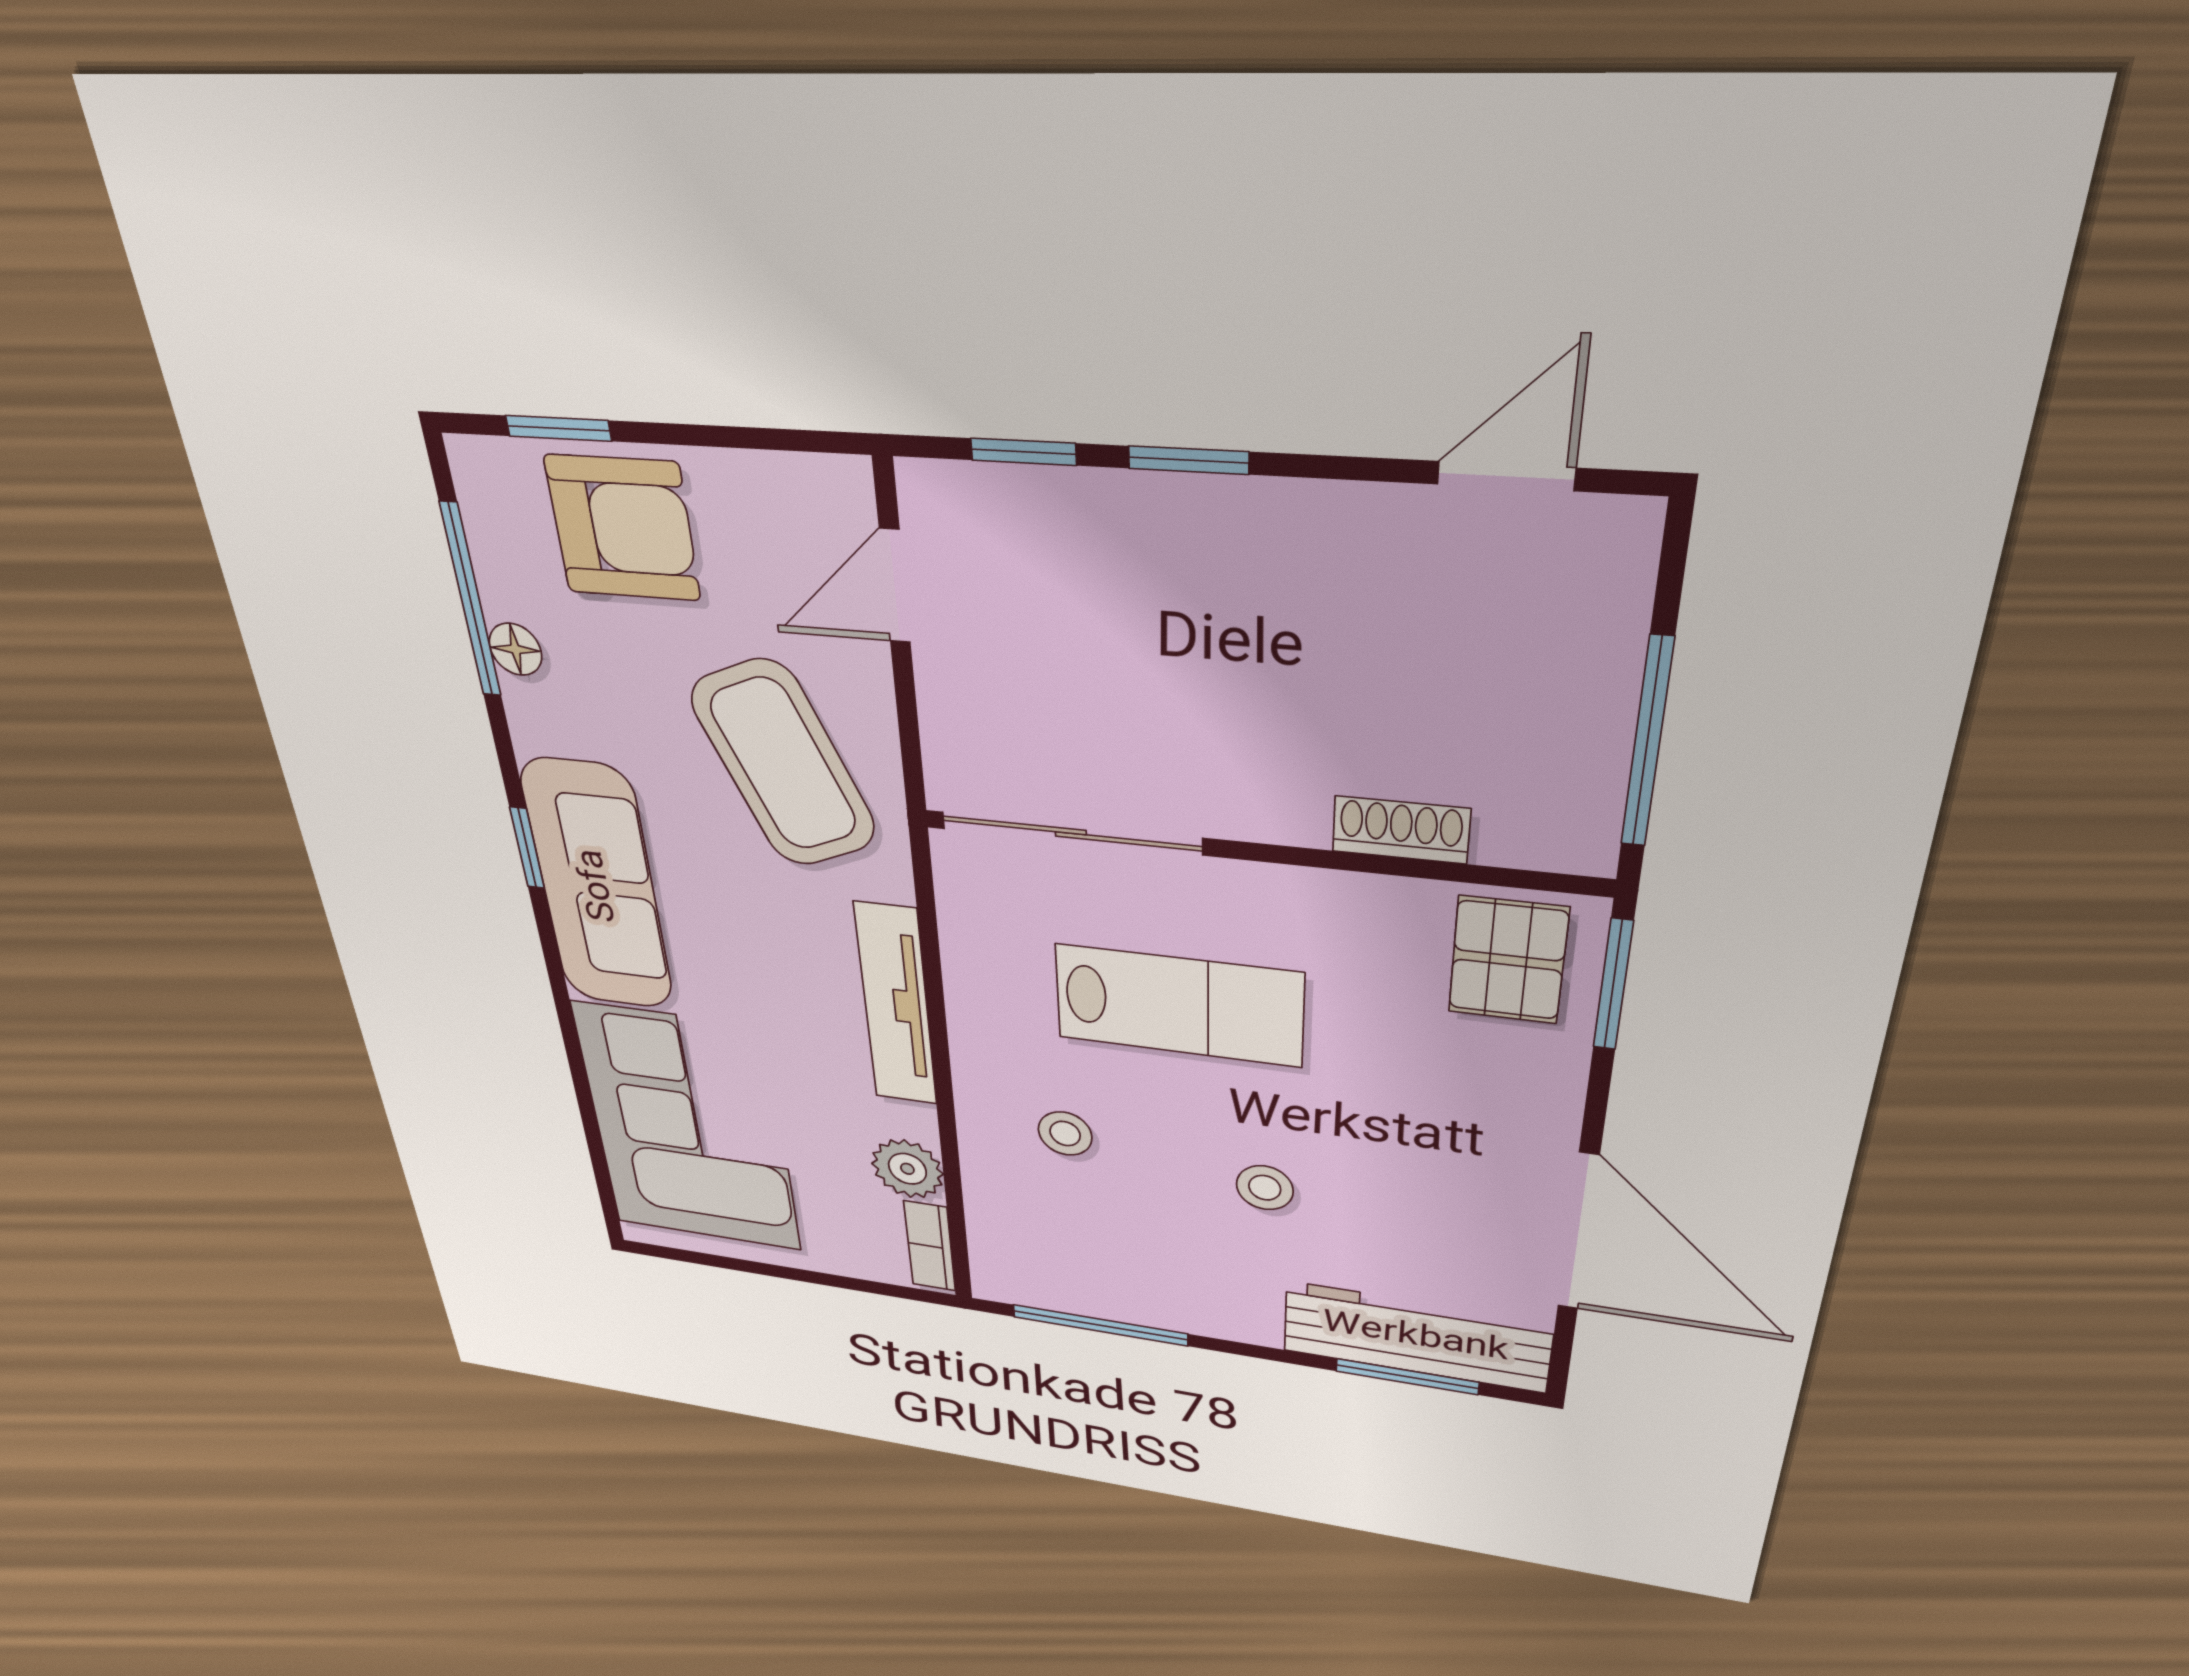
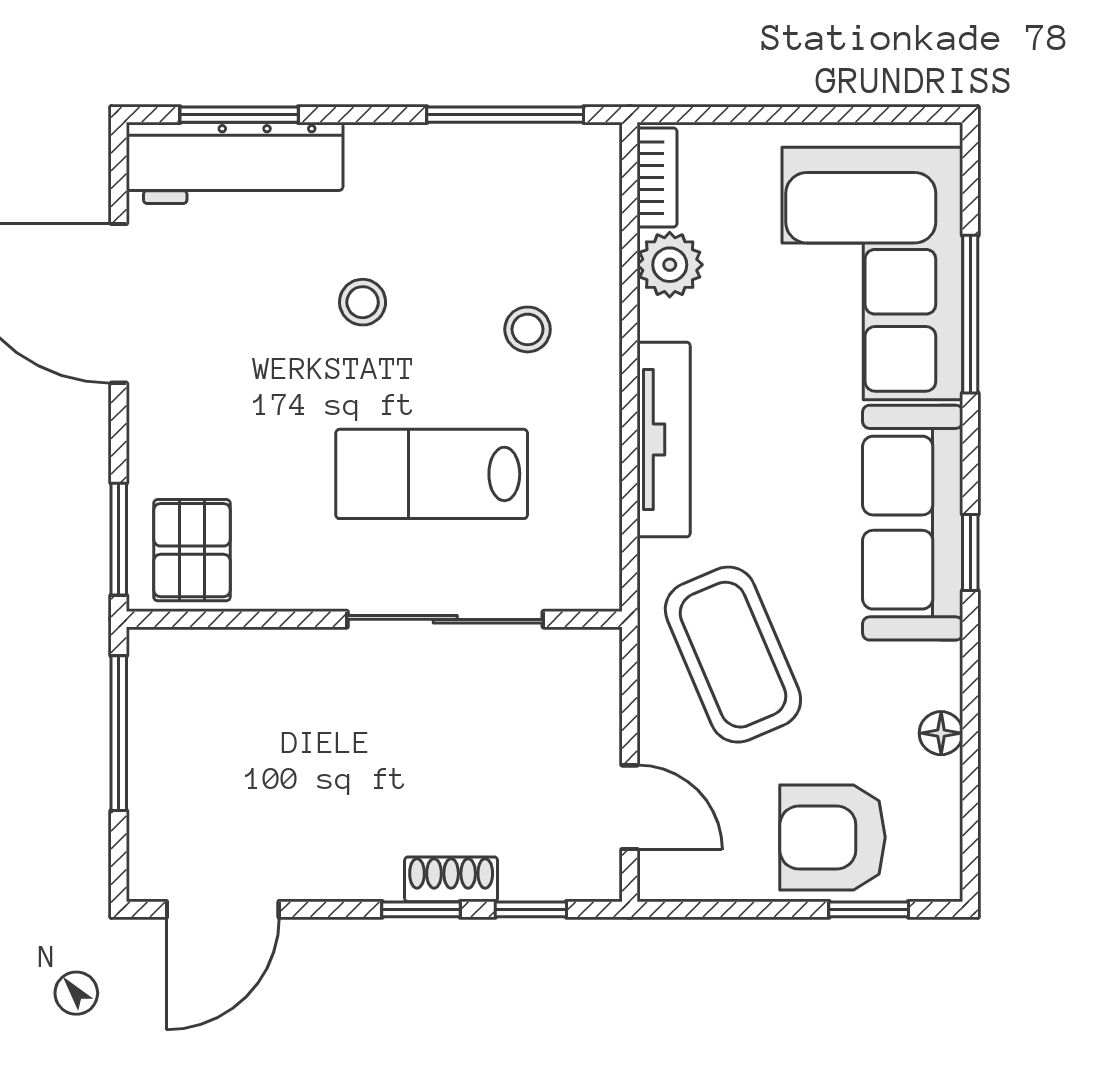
door: (1506, 476) -> (223, 909), width x1.38
door: (895, 586) -> (630, 807), hinge flipped
window: (471, 601) -> (970, 314), moved
shoe rack: (1401, 830) -> (451, 879), moved, turned 180
sliding door: (1071, 833) -> (445, 619), moved

